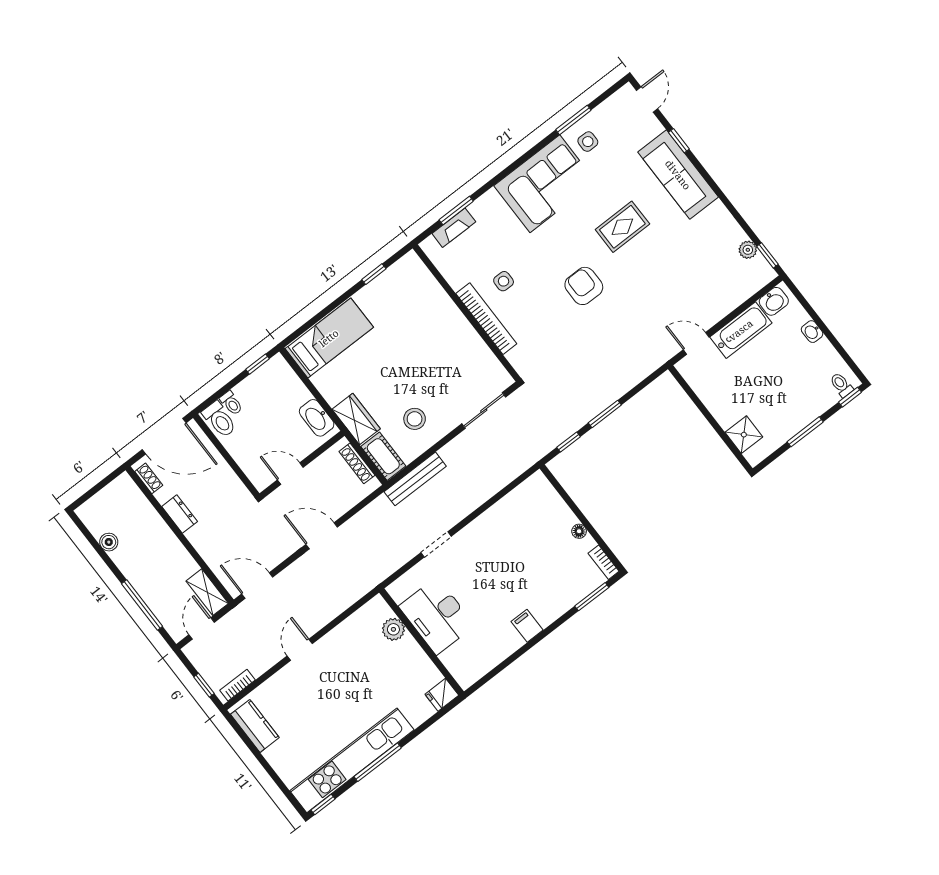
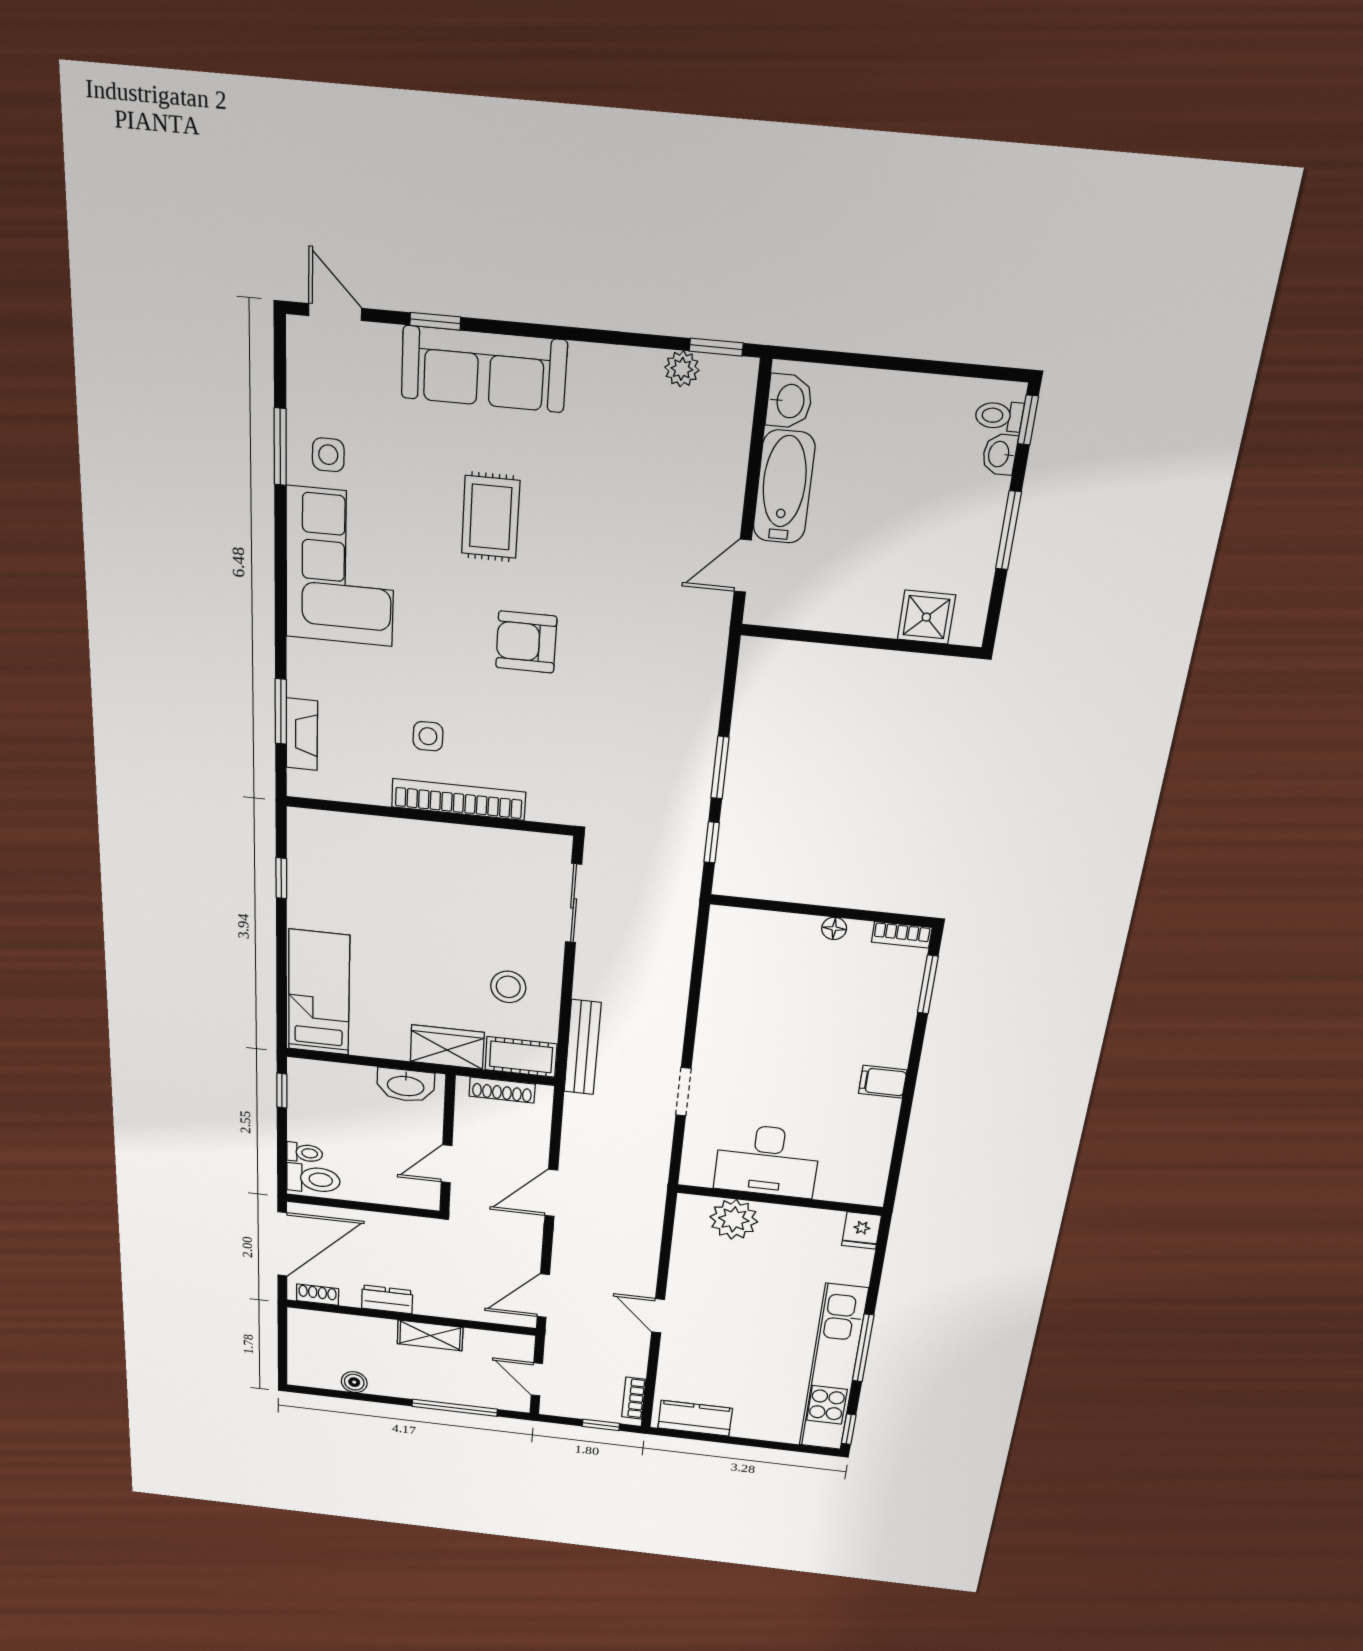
washbasin: (812, 332) -> (1000, 454), moved, turned 90
shelving: (207, 592) -> (430, 1336), moved
plant: (393, 629) -> (734, 1219), width x1.36, depth x1.36

